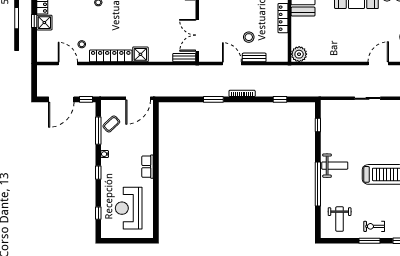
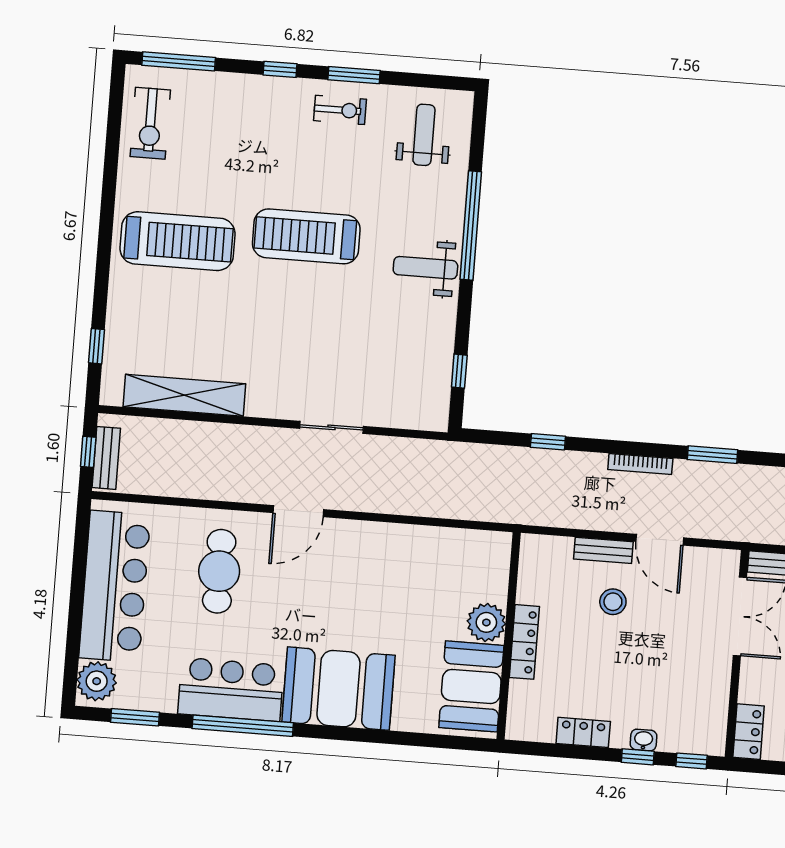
plant: (299, 54) -> (486, 622), moved

